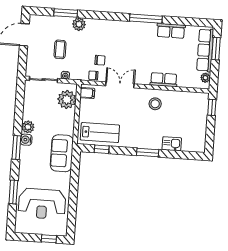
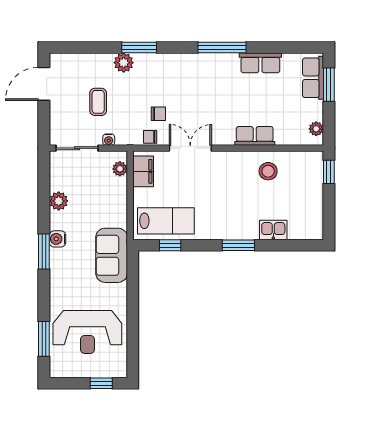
window: (66, 13) -> (139, 47), moved
row of seats: (205, 50) -> (313, 78), width x0.68
filing cabinet: (87, 93) -> (143, 171), width x2.00
plant: (67, 99) -> (120, 169), width x0.53, depth x0.53
stool: (155, 104) -> (268, 171), moved
plant: (28, 127) -> (59, 201), moved
window: (13, 192) -> (44, 339), moved

